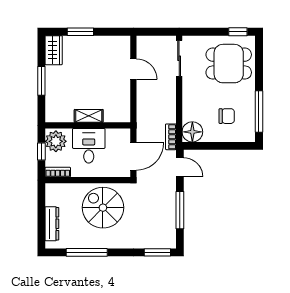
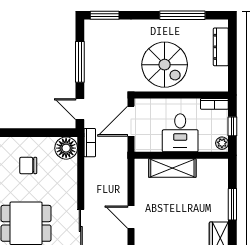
shelving: (89, 116) -> (172, 168), width x1.50, depth x1.33
plant: (56, 141) -> (222, 143), width x0.53, depth x0.53

